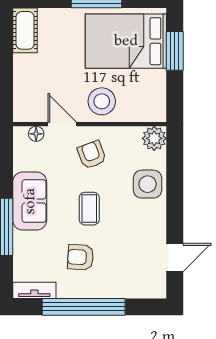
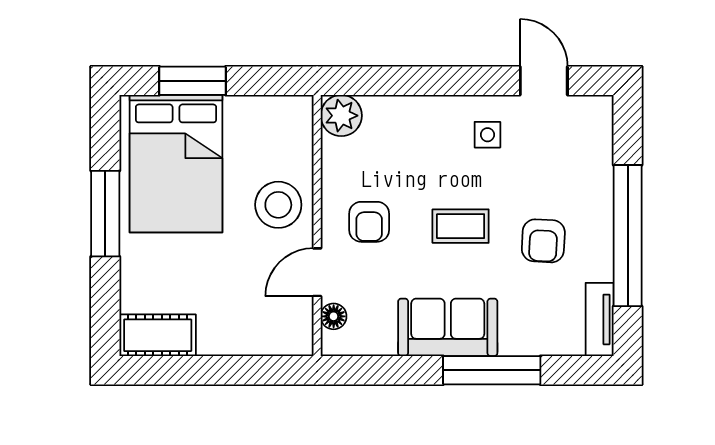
armchair: (92, 155) -> (369, 222), turned -69
side table: (148, 184) -> (487, 135), moved, width x0.54, depth x0.54

